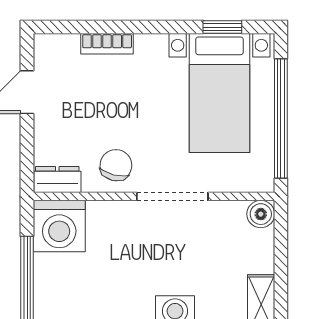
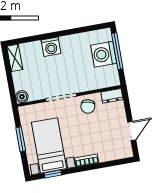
bookcase: (107, 44) -> (87, 160), moved
window: (281, 118) -> (21, 139), width x0.47
washing machine: (59, 226) -> (104, 54), moved, turned -90

